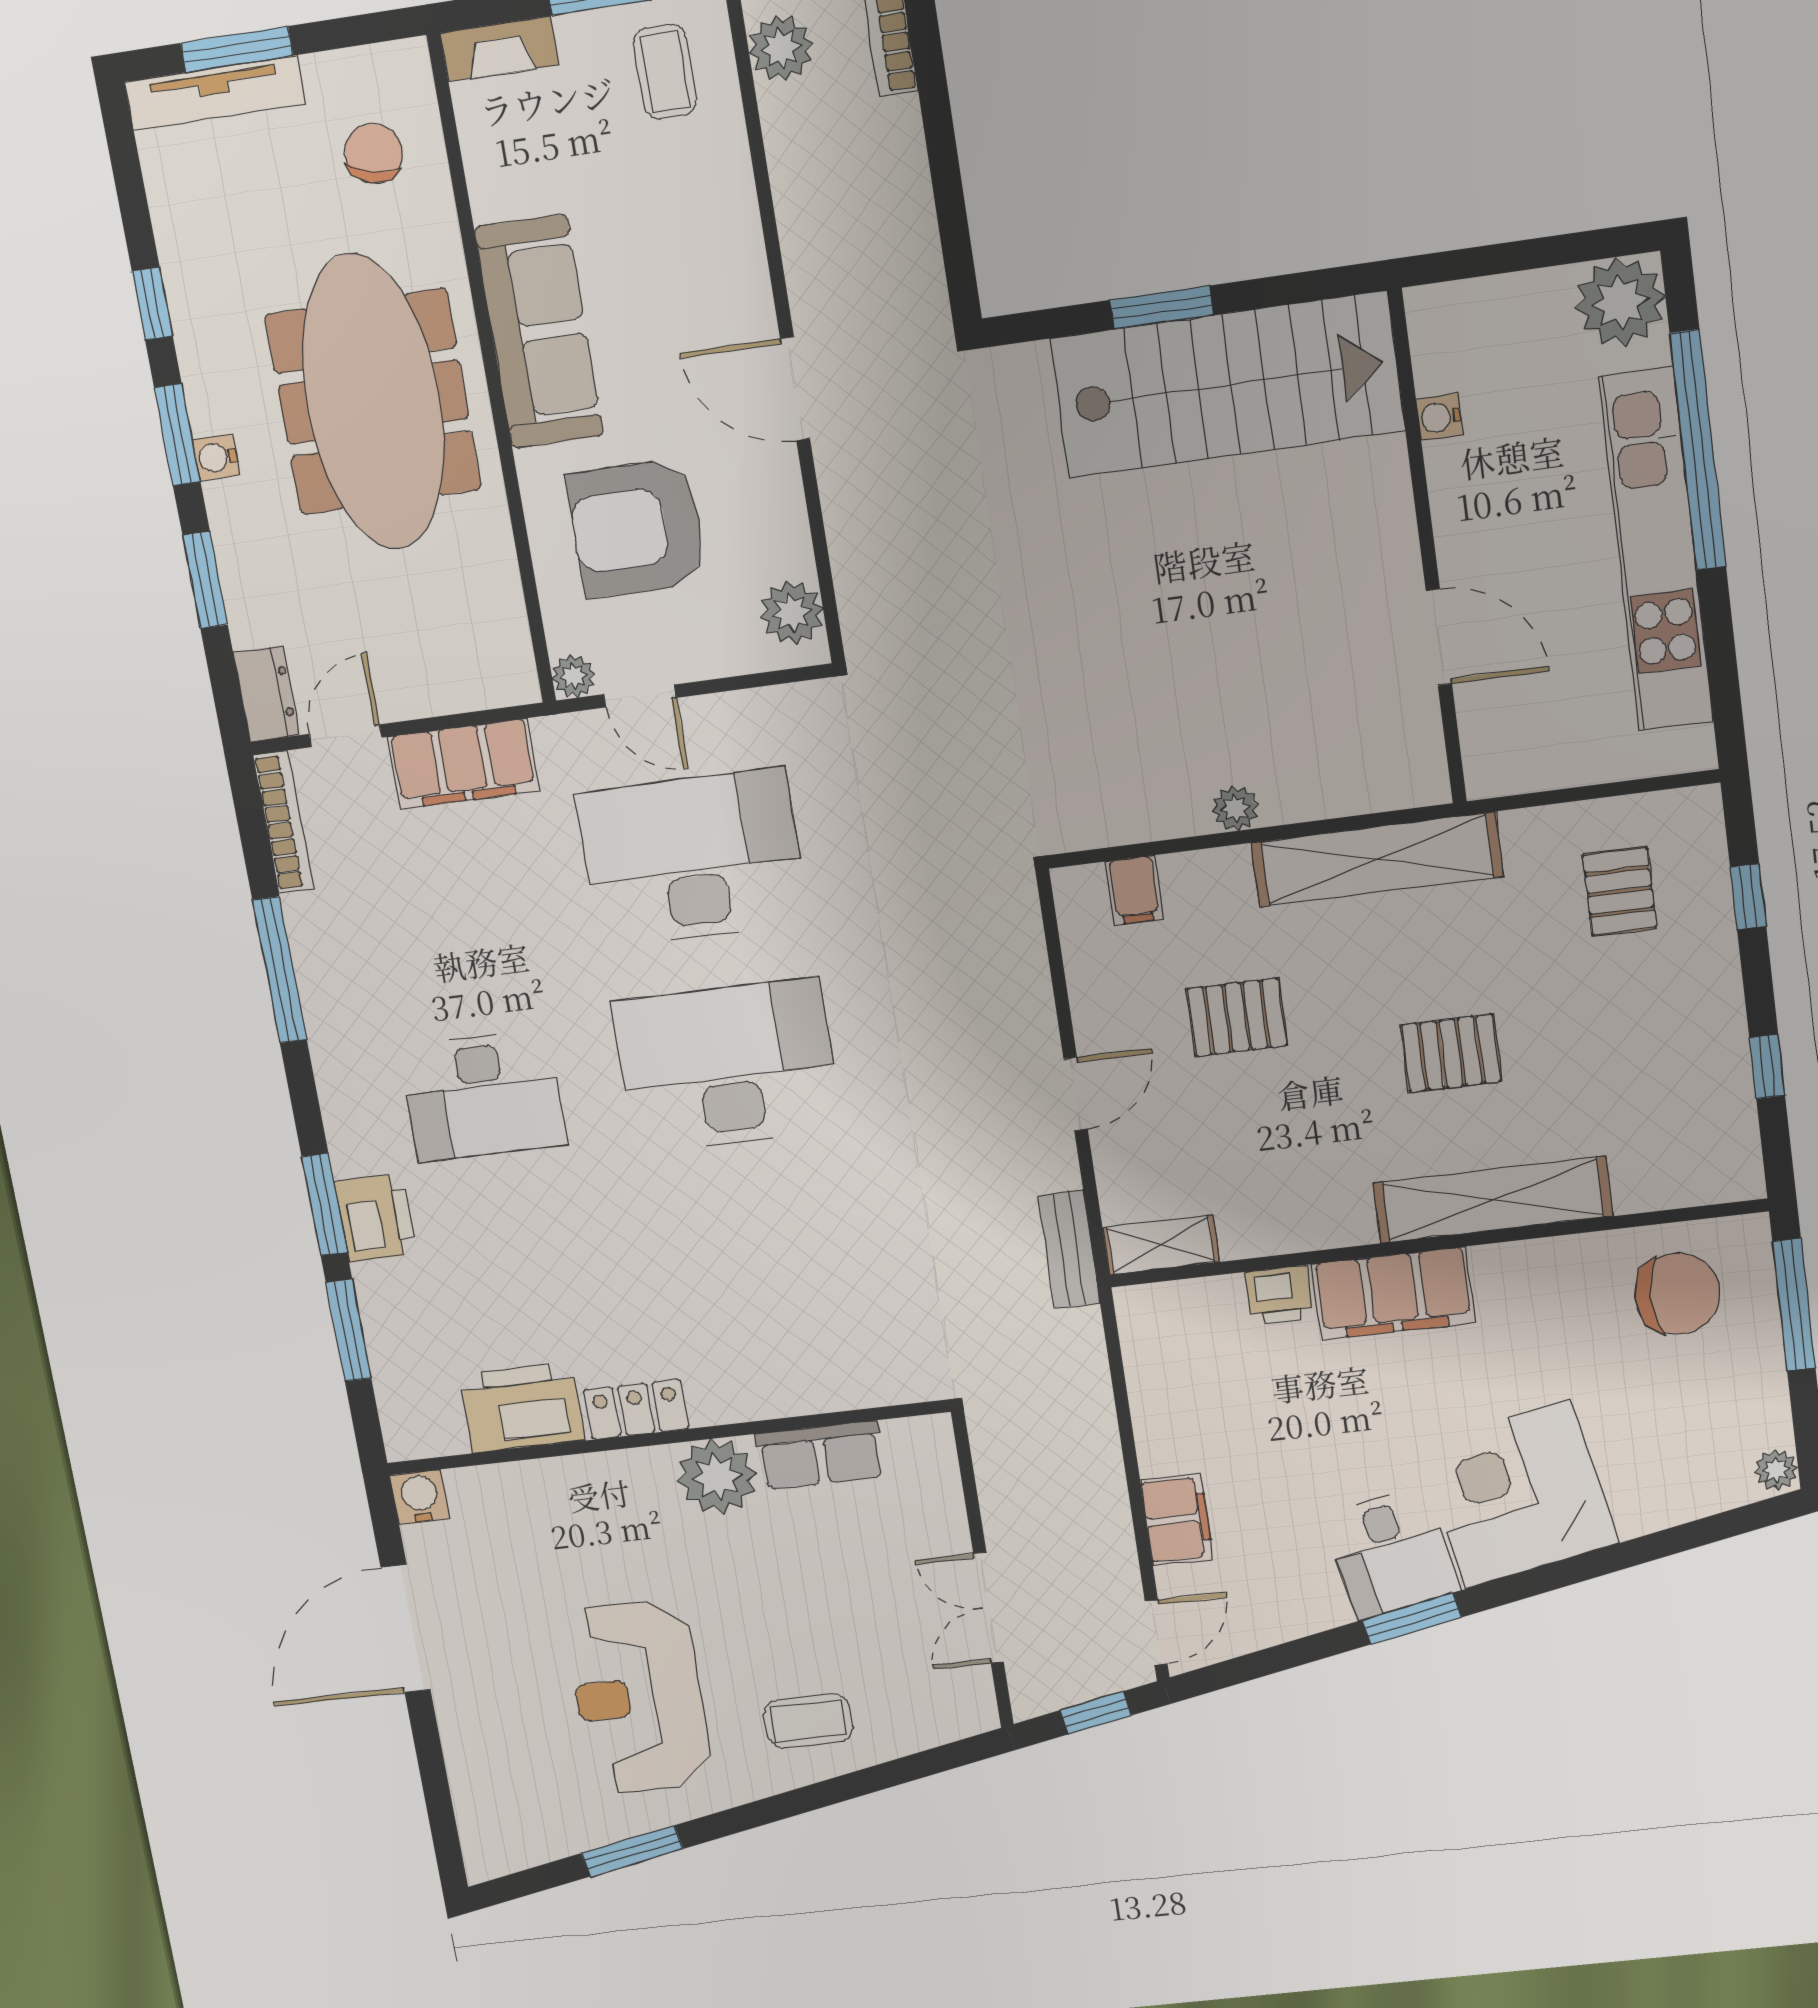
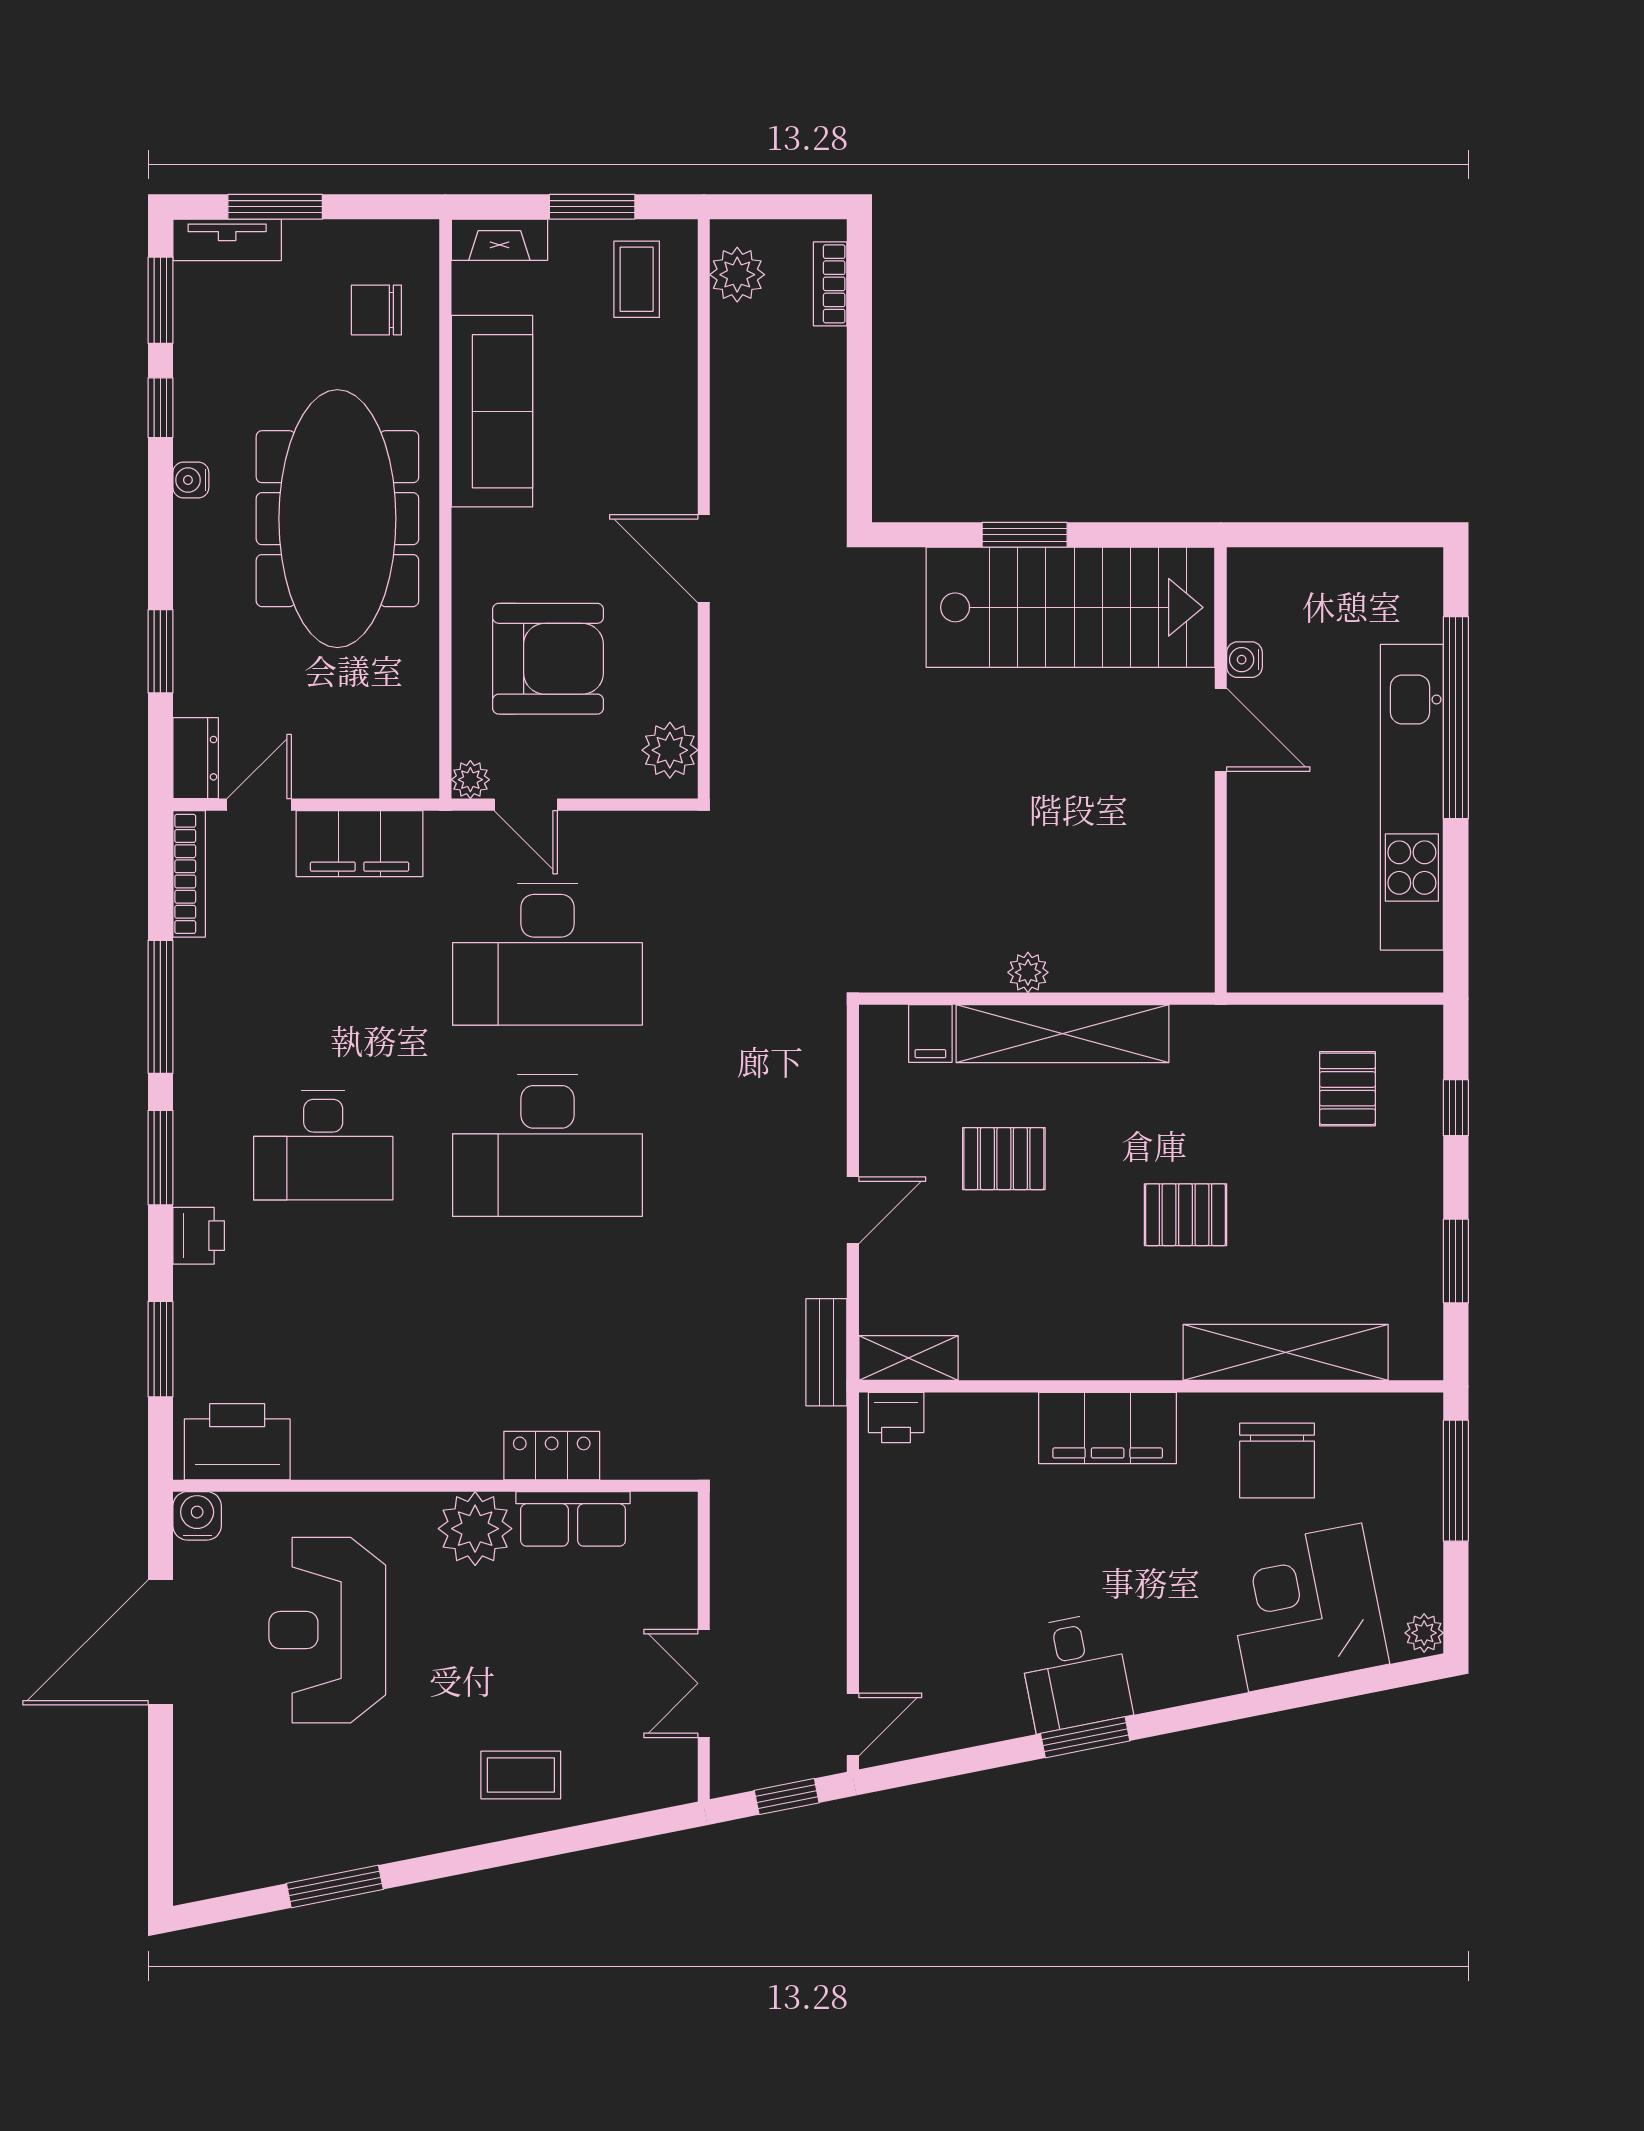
tv unit: (215, 93) -> (227, 240), width x0.71
chair: (374, 153) -> (376, 310), turned -105
plant: (1620, 302) -> (1406, 585), removed
sofa: (539, 332) -> (492, 411), moved
window: (177, 435) -> (160, 300), moved
water cooler: (216, 457) -> (191, 480), moved
armchair: (637, 528) -> (548, 659), turned 180
door: (1439, 637) -> (1221, 730), moved
desk: (692, 858) -> (548, 954), turned 180
shelving: (1377, 860) -> (1063, 1034), moved
desk: (727, 1065) -> (548, 1145), turned 180
window: (1767, 1067) -> (1456, 1261), width x1.50
shelving: (1493, 1200) -> (1286, 1352), moved
window: (324, 1205) -> (160, 1158), moved
printer: (375, 1218) -> (199, 1236), width x0.73, depth x0.81
chair: (1677, 1294) -> (1277, 1460), moved, turned 90
printer: (1279, 1295) -> (896, 1417), moved
printer: (522, 1408) -> (237, 1442), moved
locker: (636, 1409) -> (552, 1456), moved
corner desk: (1518, 1494) -> (1305, 1607), moved
filing cabinet: (1177, 1520) -> (887, 1618), removed
reception desk: (639, 1697) -> (327, 1630), moved

